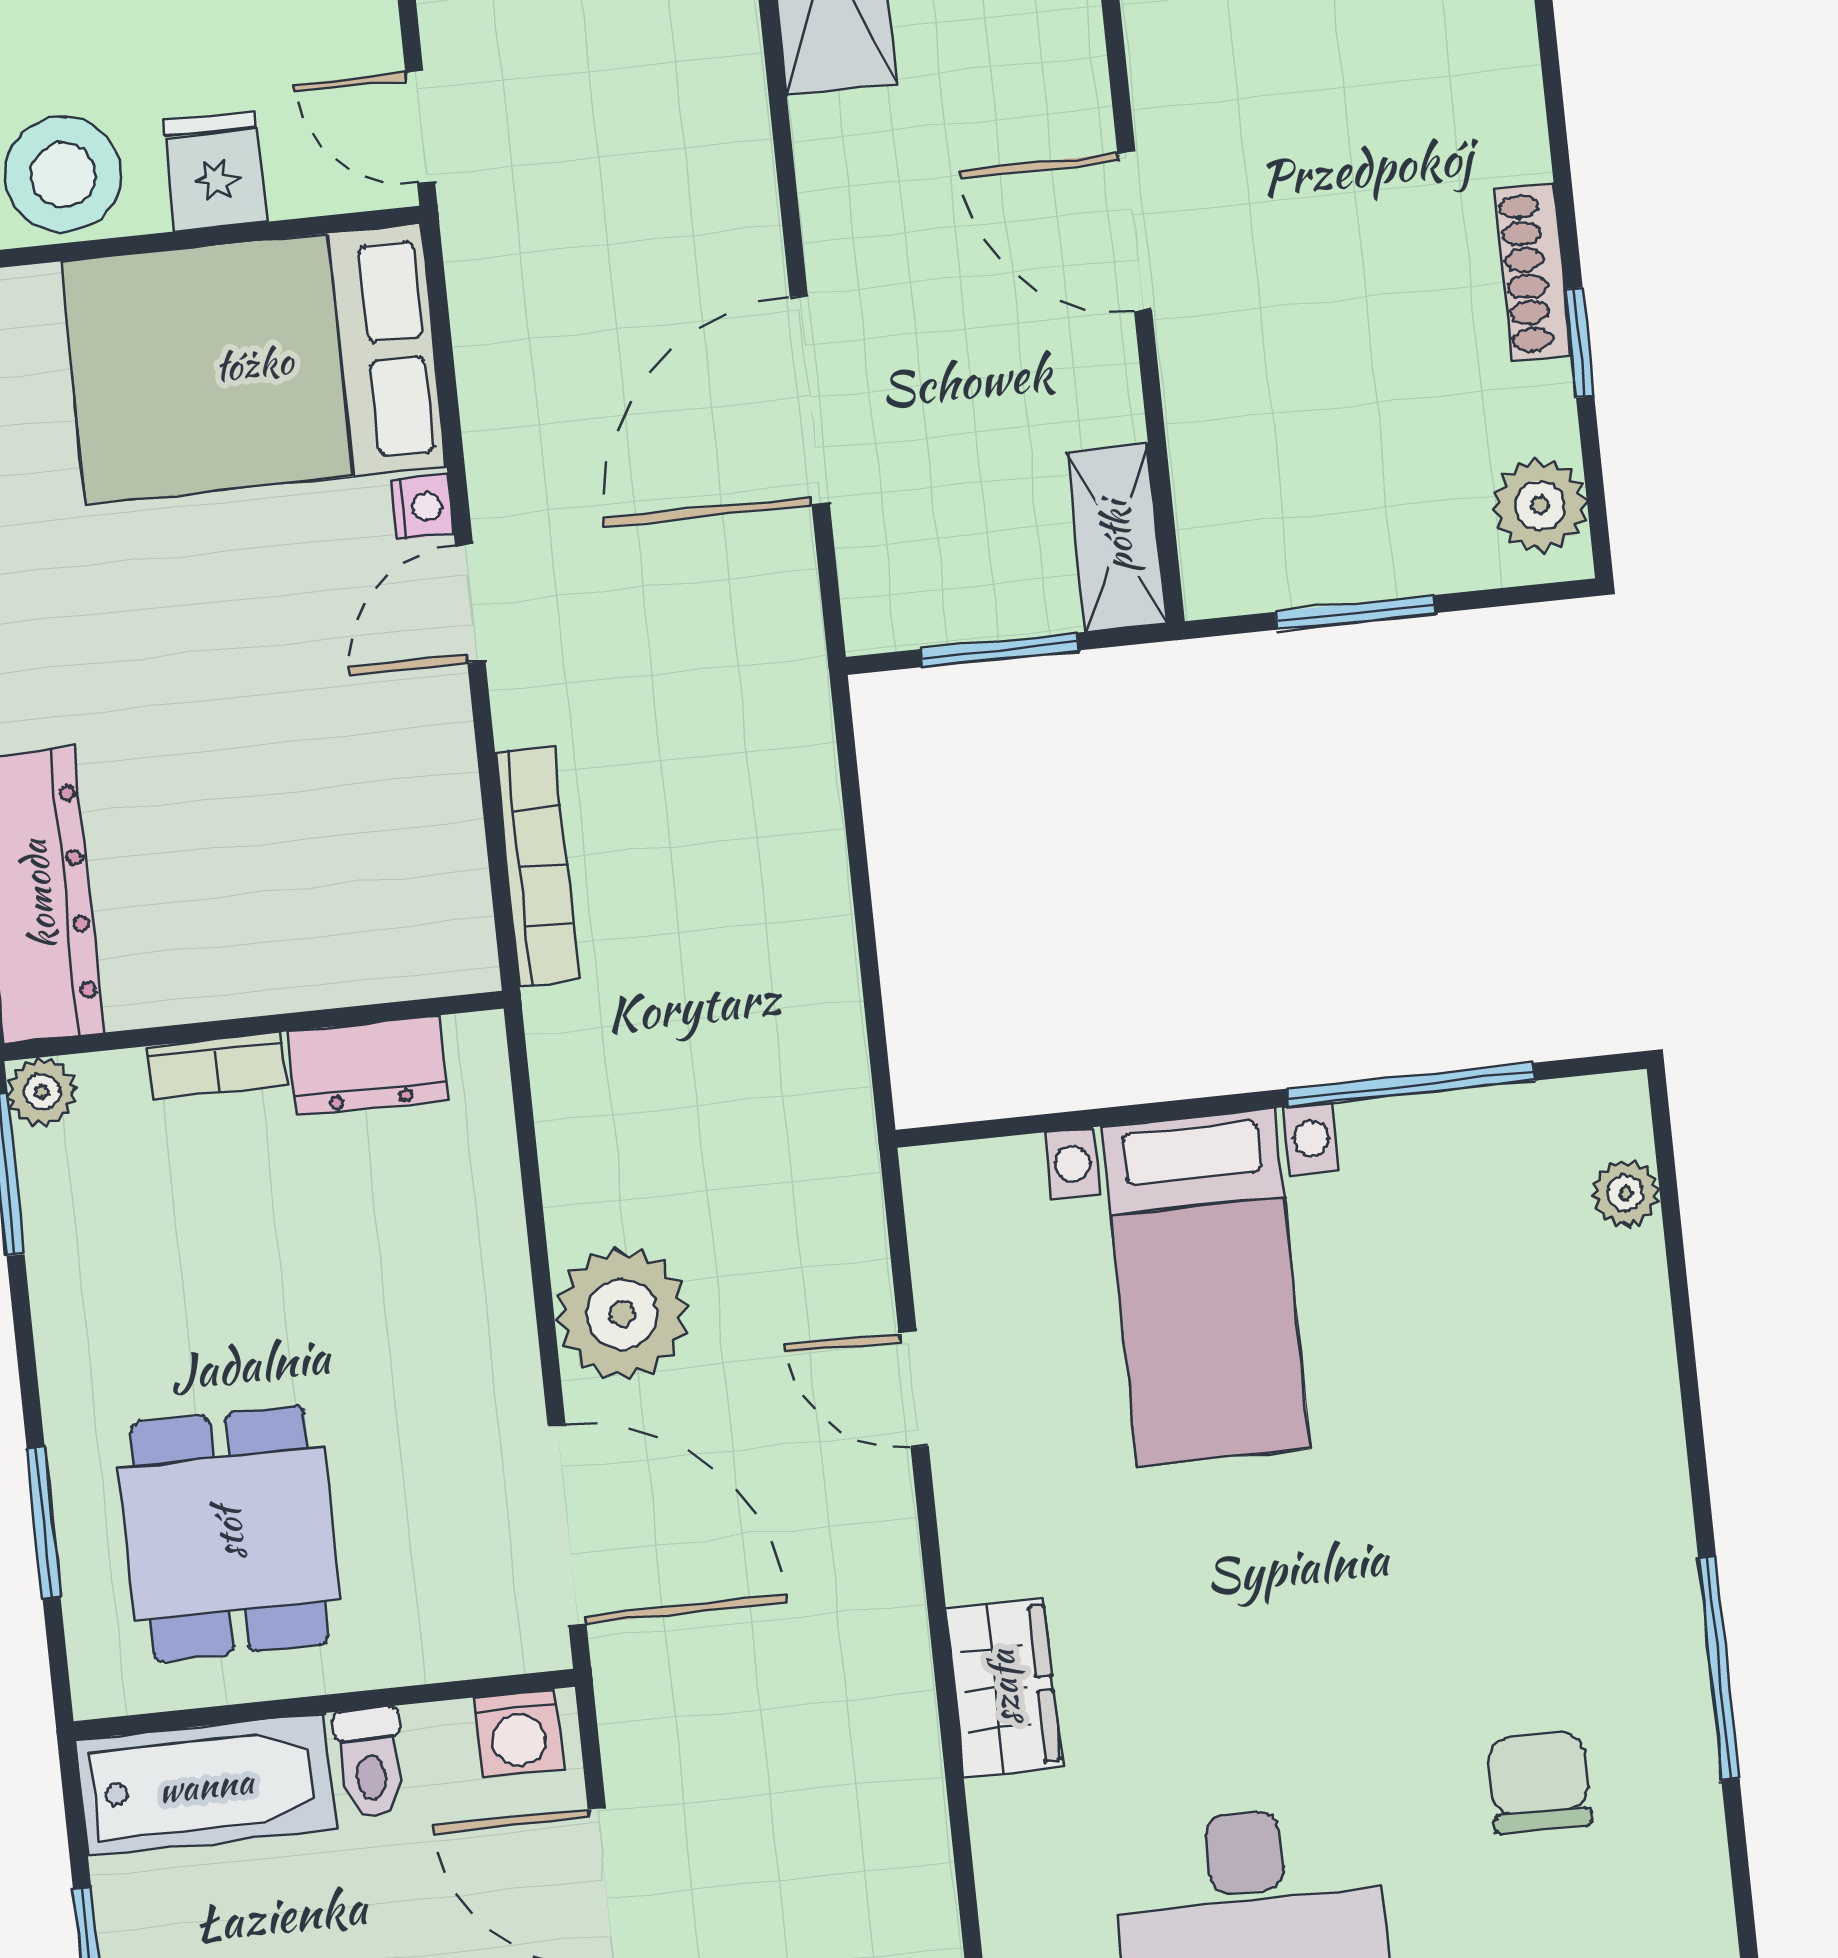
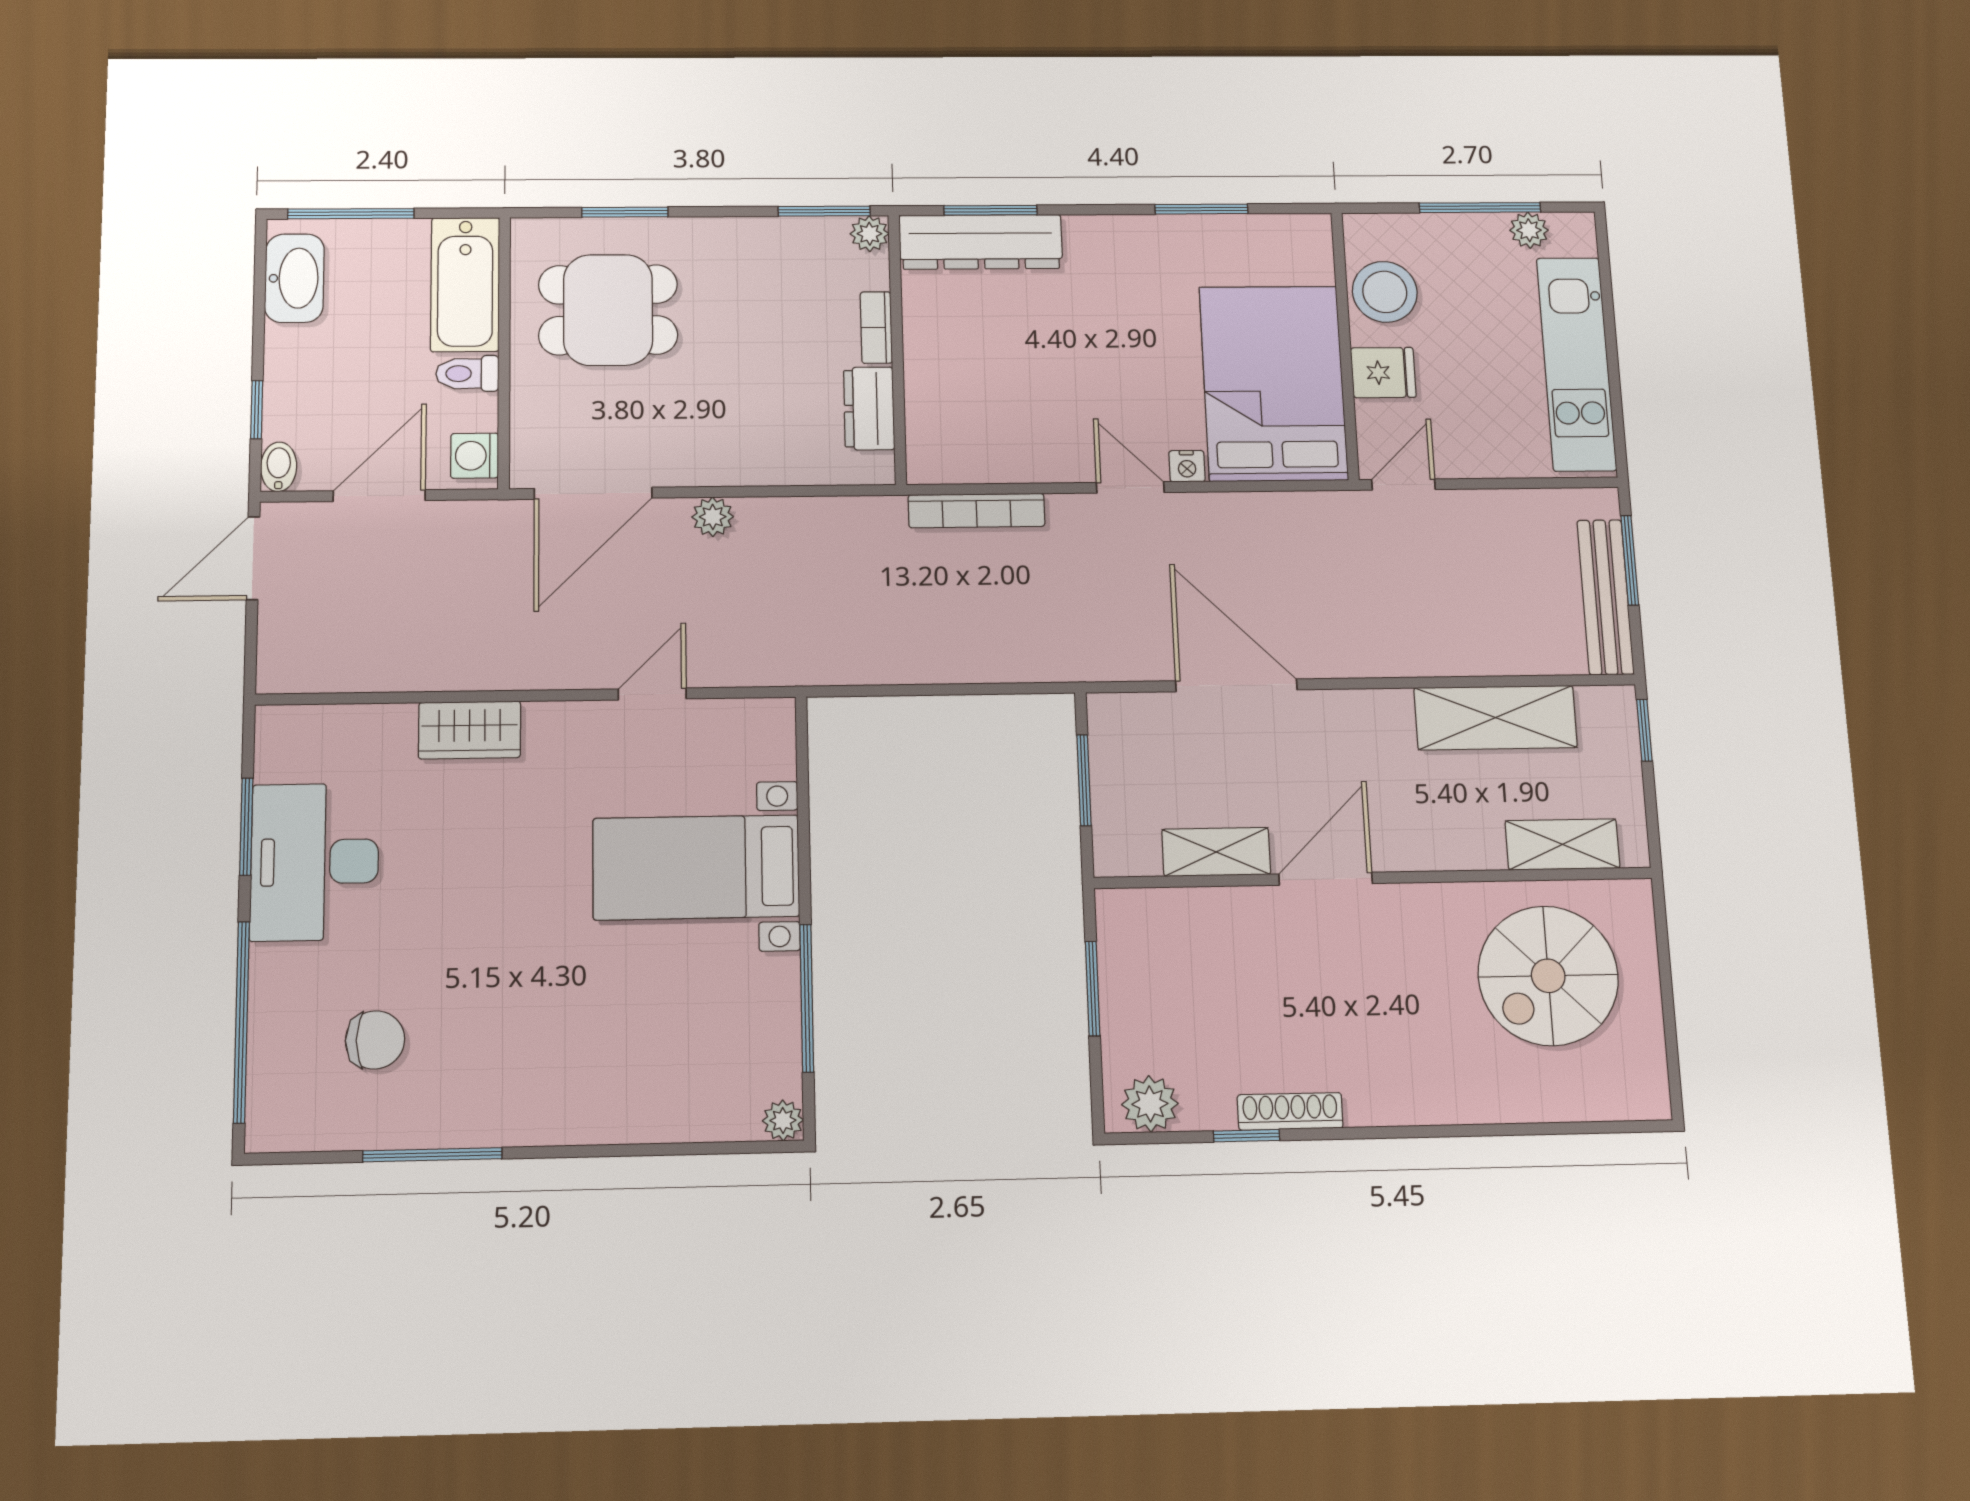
shelving: (1117, 537) -> (1216, 852), moved
plant: (1626, 1193) -> (783, 1120), moved
plant: (622, 1314) -> (713, 517), width x0.53, depth x0.53

